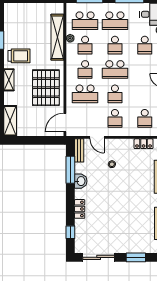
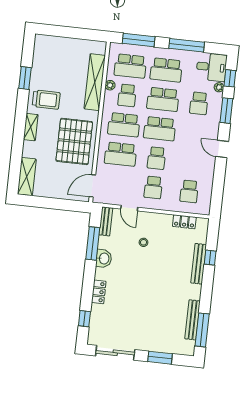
school desk: (115, 45) -> (163, 99), width x1.85
school desk: (85, 70) -> (124, 125), width x1.85

